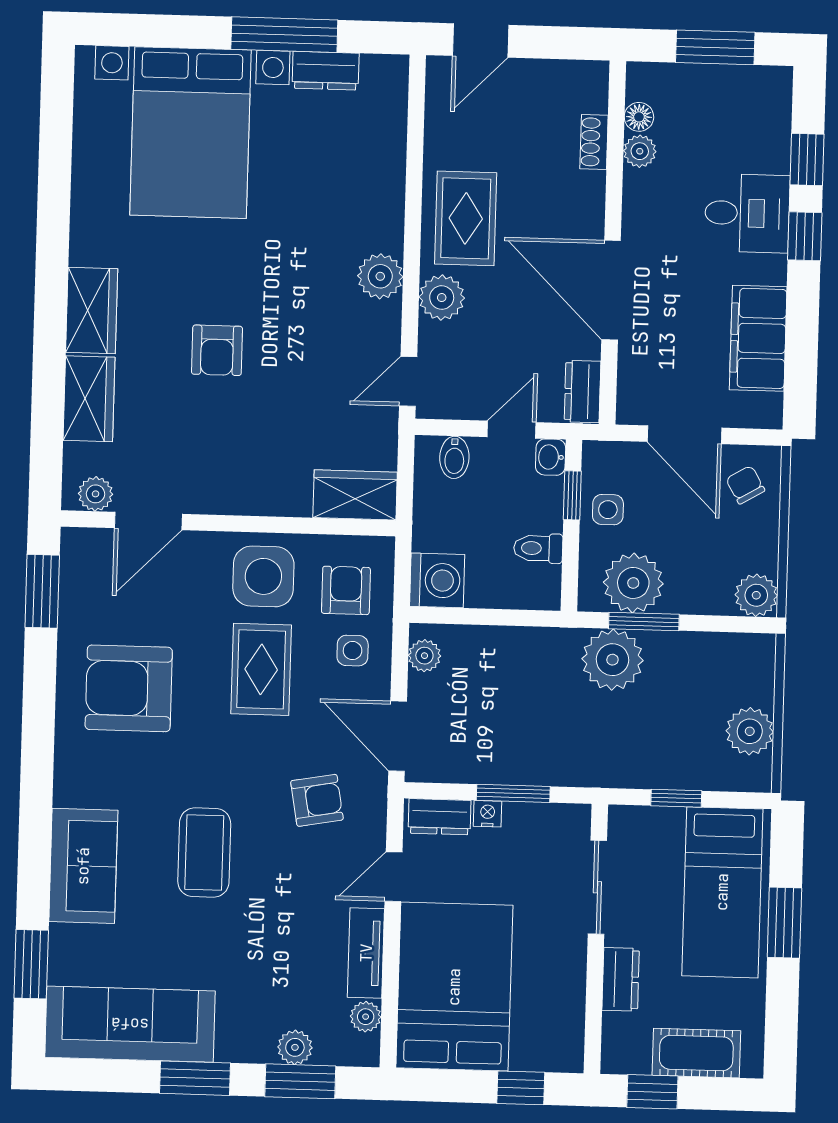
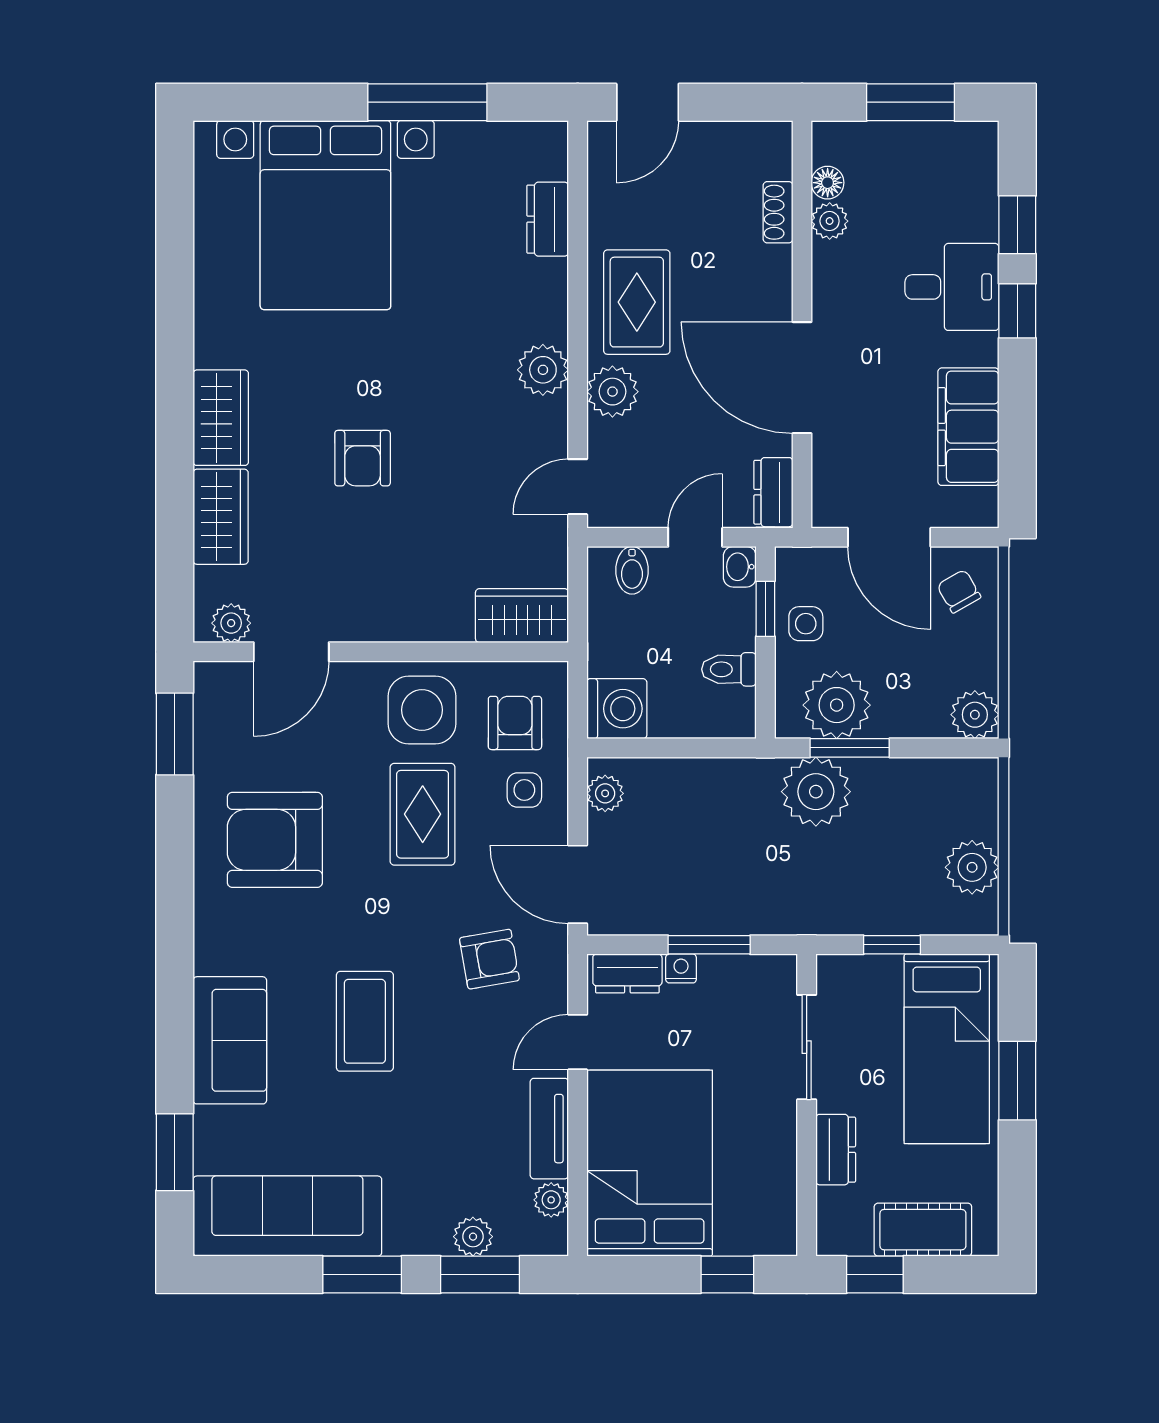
dresser: (326, 71) -> (548, 219), moved, turned 90

